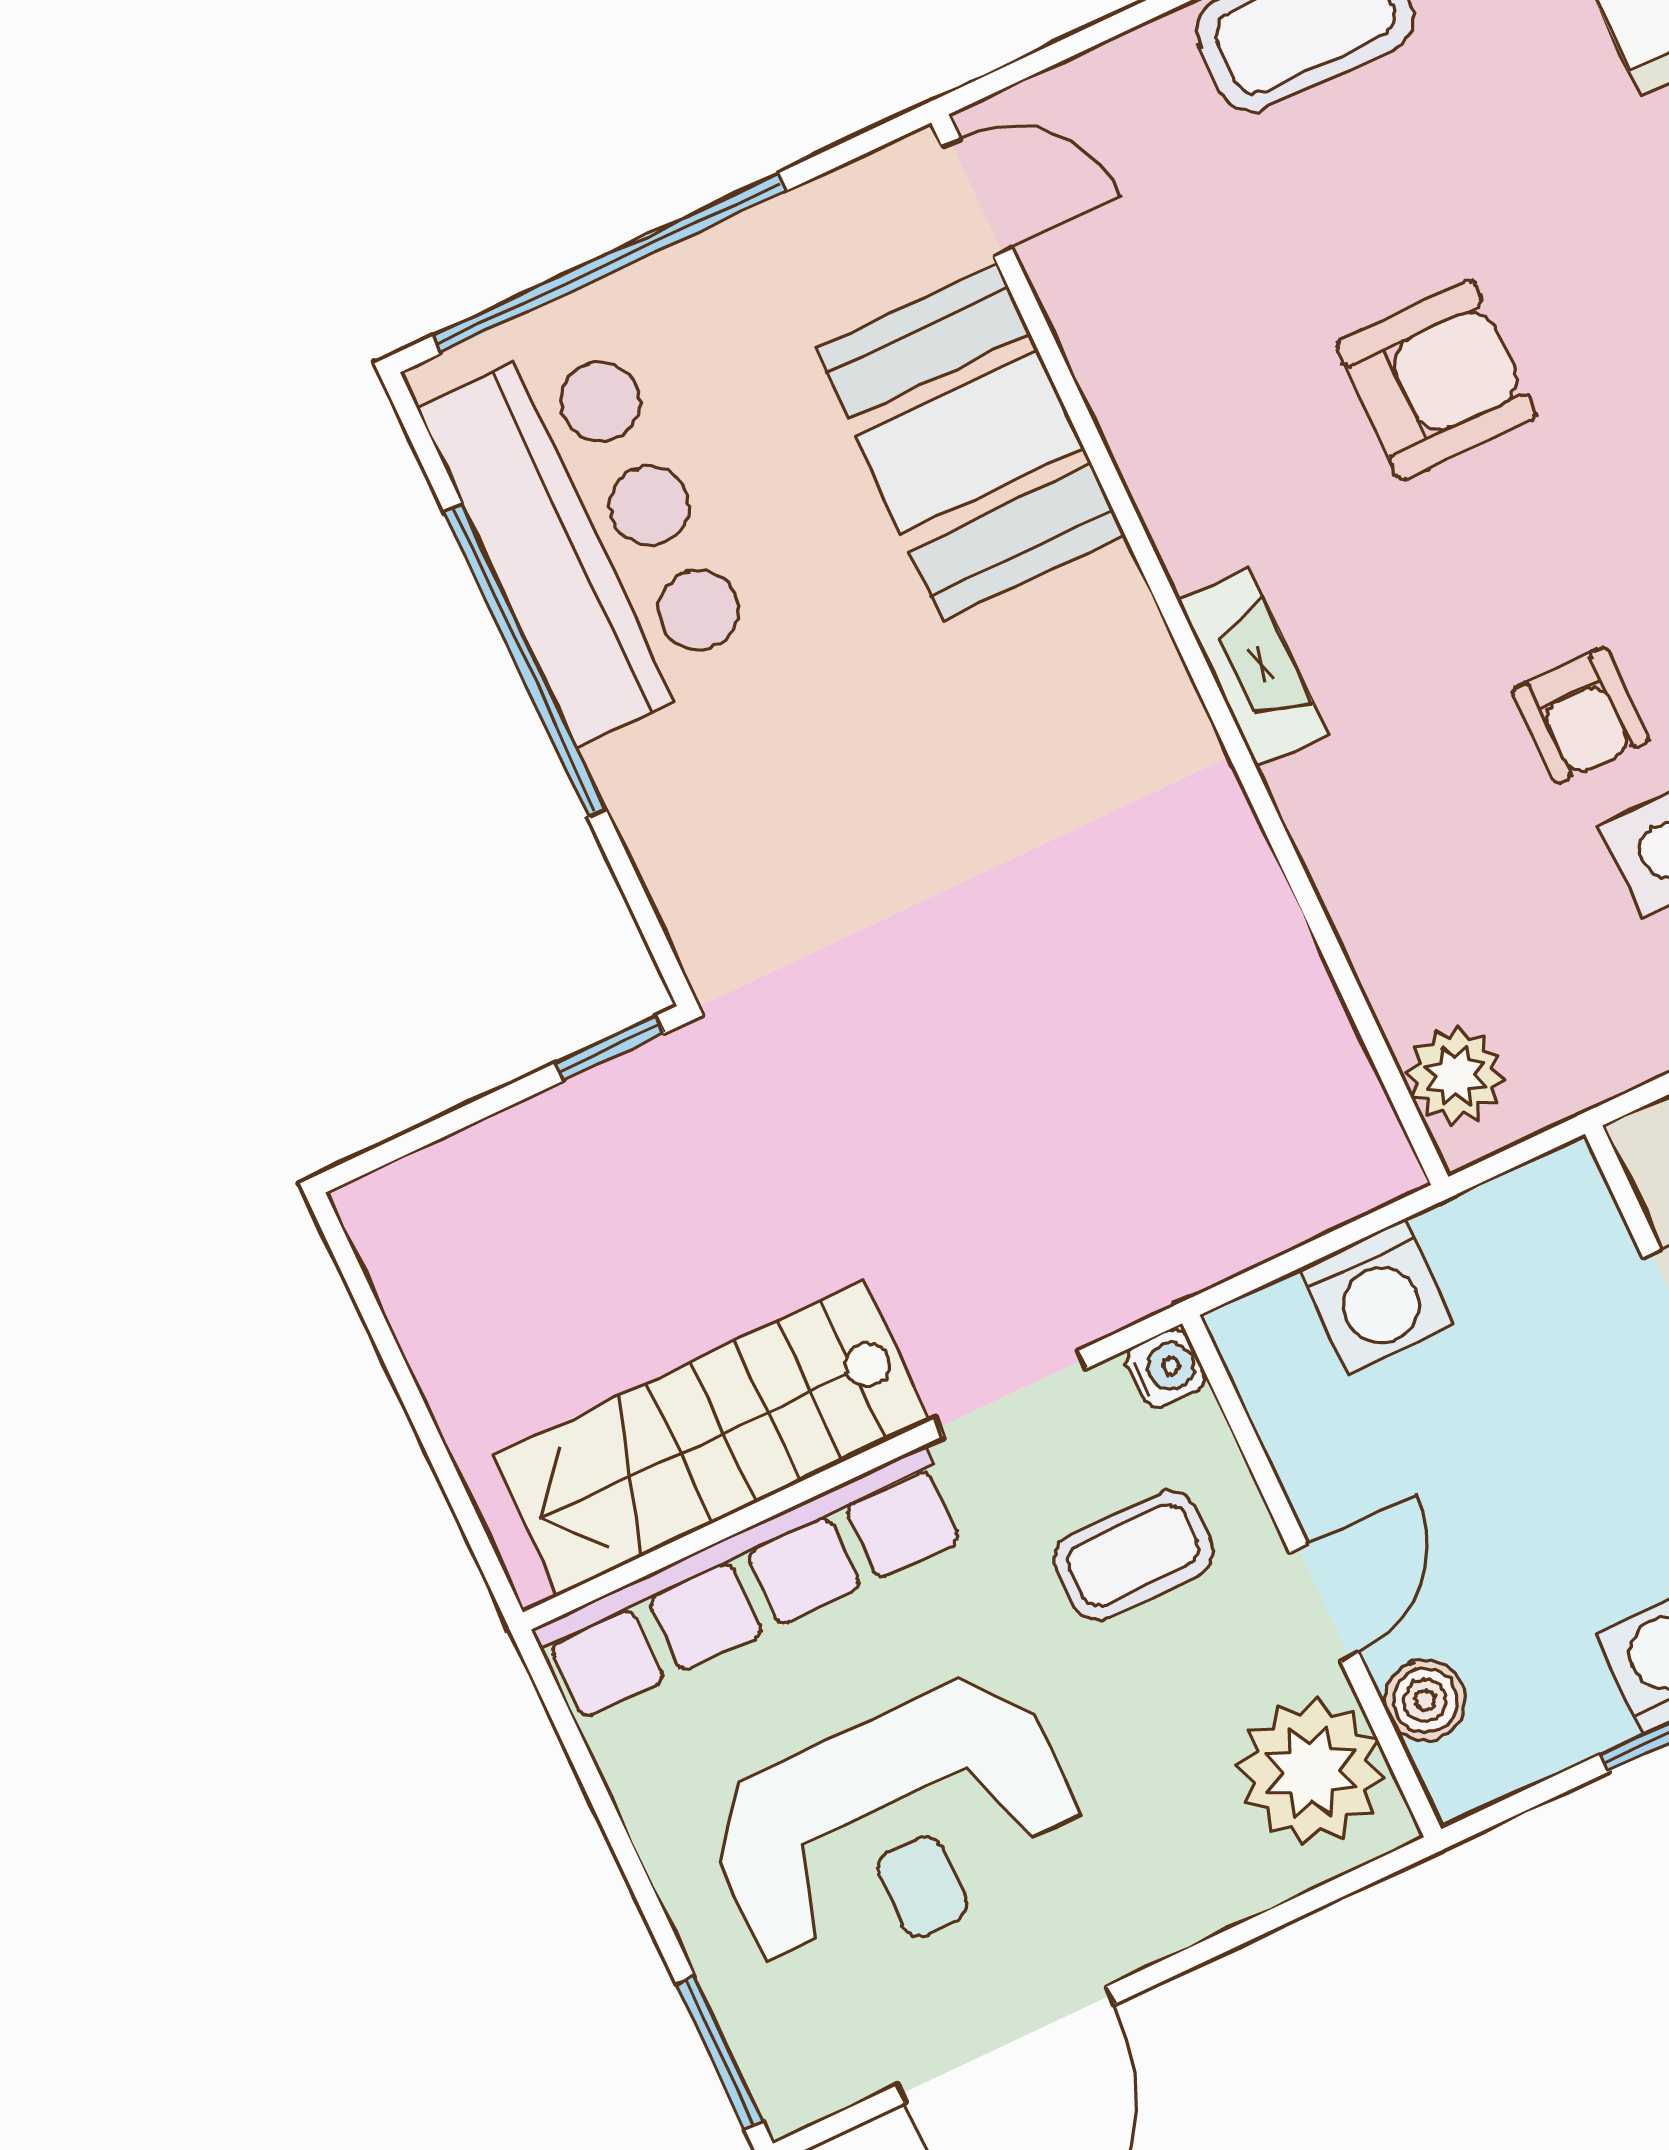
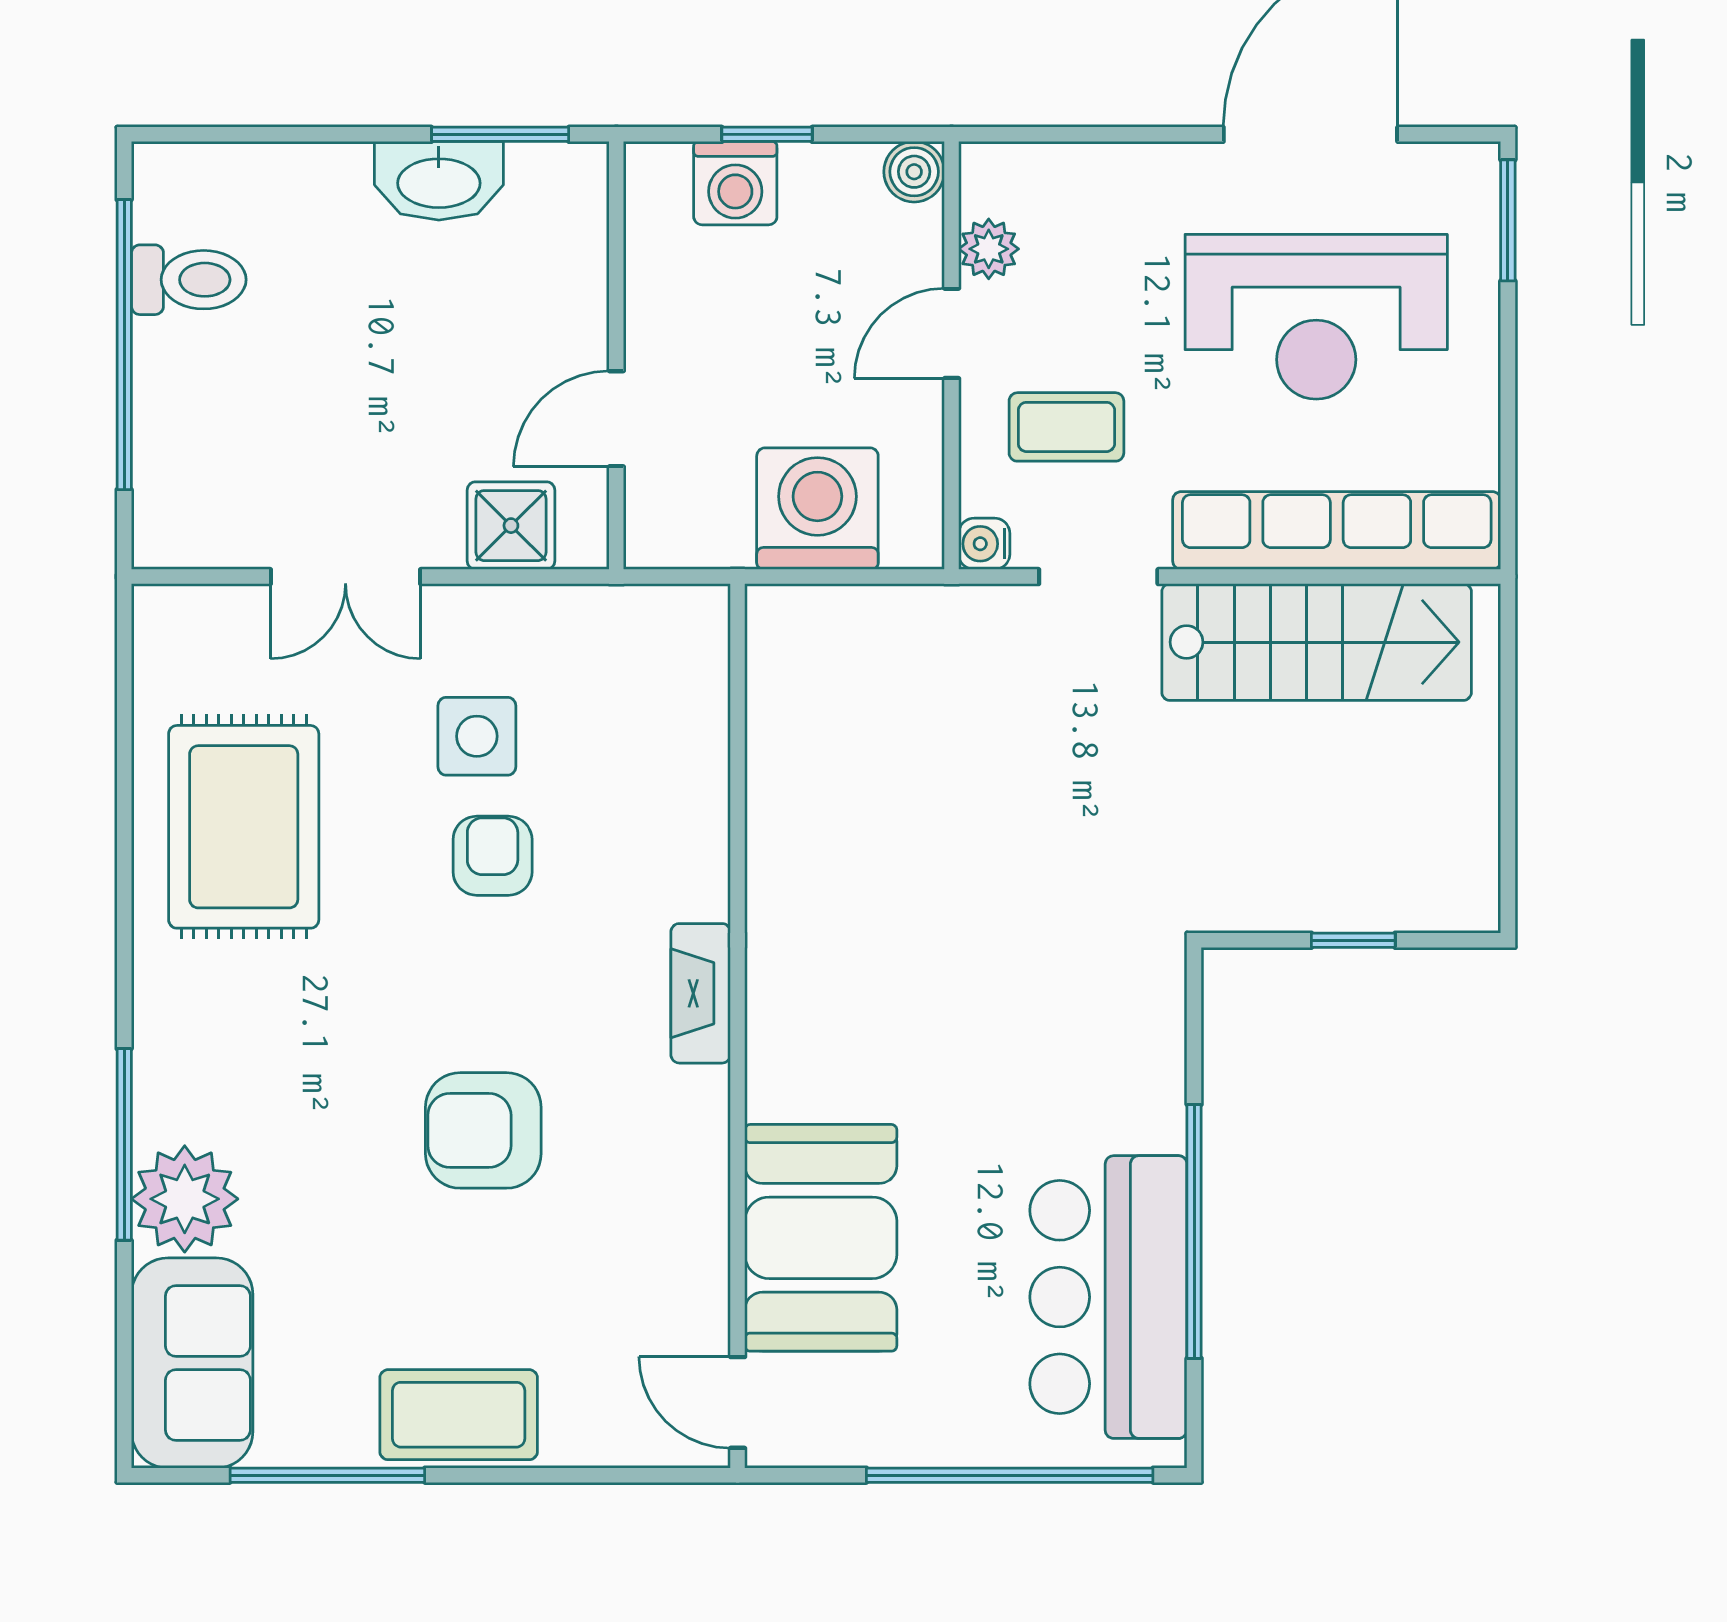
window: (610, 1048) -> (1353, 940), moved
plant: (1456, 1076) -> (693, 650), removed
washing machine: (1377, 1297) -> (817, 509), width x1.37, depth x1.37
boiler: (1425, 1700) -> (914, 172), moved
plant: (1311, 1772) -> (989, 249), width x0.53, depth x0.53
reception desk: (896, 1829) -> (1316, 317), turned 180

